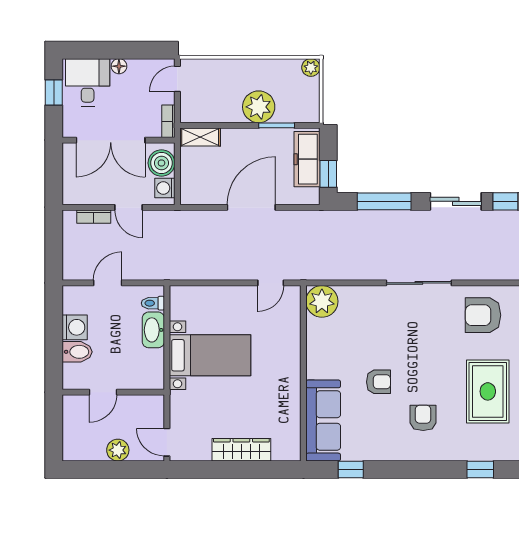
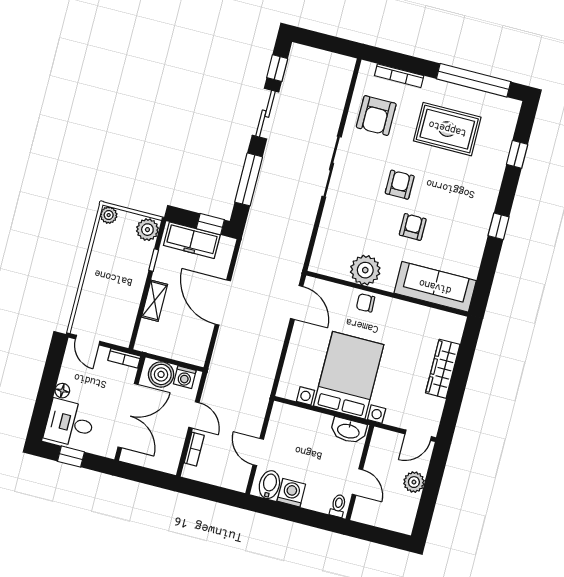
plant: (259, 107) -> (147, 230), moved, width x0.73, depth x0.73
window: (277, 125) -> (154, 260), width x0.67
shelving: (200, 137) -> (155, 301), moved
door: (129, 207) -> (194, 415), hinge flipped
door: (271, 283) -> (297, 303), width x1.38
plant: (322, 301) -> (365, 270), moved
toilet: (153, 303) -> (338, 506), moved, turned 180
washbasin: (153, 330) -> (348, 431), moved
bidet: (77, 352) -> (269, 485), moved
chair: (288, 353) -> (366, 303), added
bed with nightstands: (210, 355) -> (349, 375), width x1.36
armchair: (423, 418) -> (400, 185), moved, turned 90
window: (351, 470) -> (499, 226), moved

